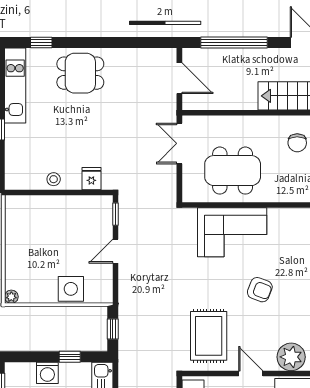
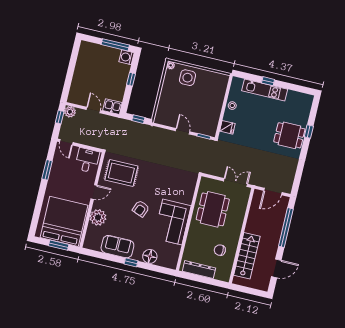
window: (41, 43) -> (309, 131), moved
dining table: (80, 73) -> (289, 135), turned 90
kitchen unit: (15, 85) -> (265, 90), moved
corner sofa: (232, 232) -> (172, 222), moved
side table: (71, 289) -> (187, 78), moved
window: (70, 357) -> (131, 79), moved
washing machine: (47, 373) -> (126, 57), moved

